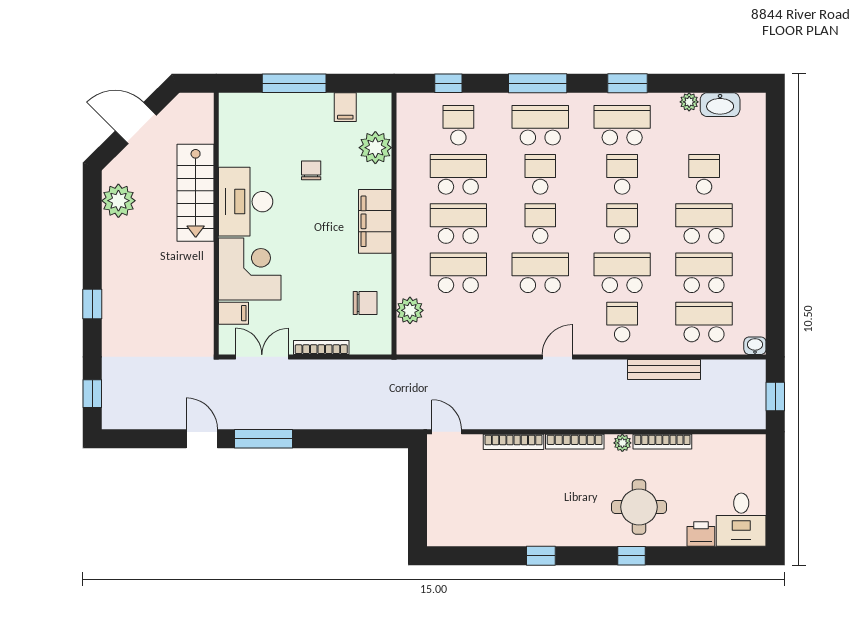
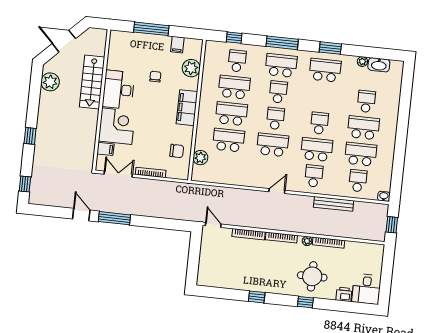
school desk: (622, 174) -> (322, 97), removed
school desk: (704, 322) -> (358, 181), width x0.54

